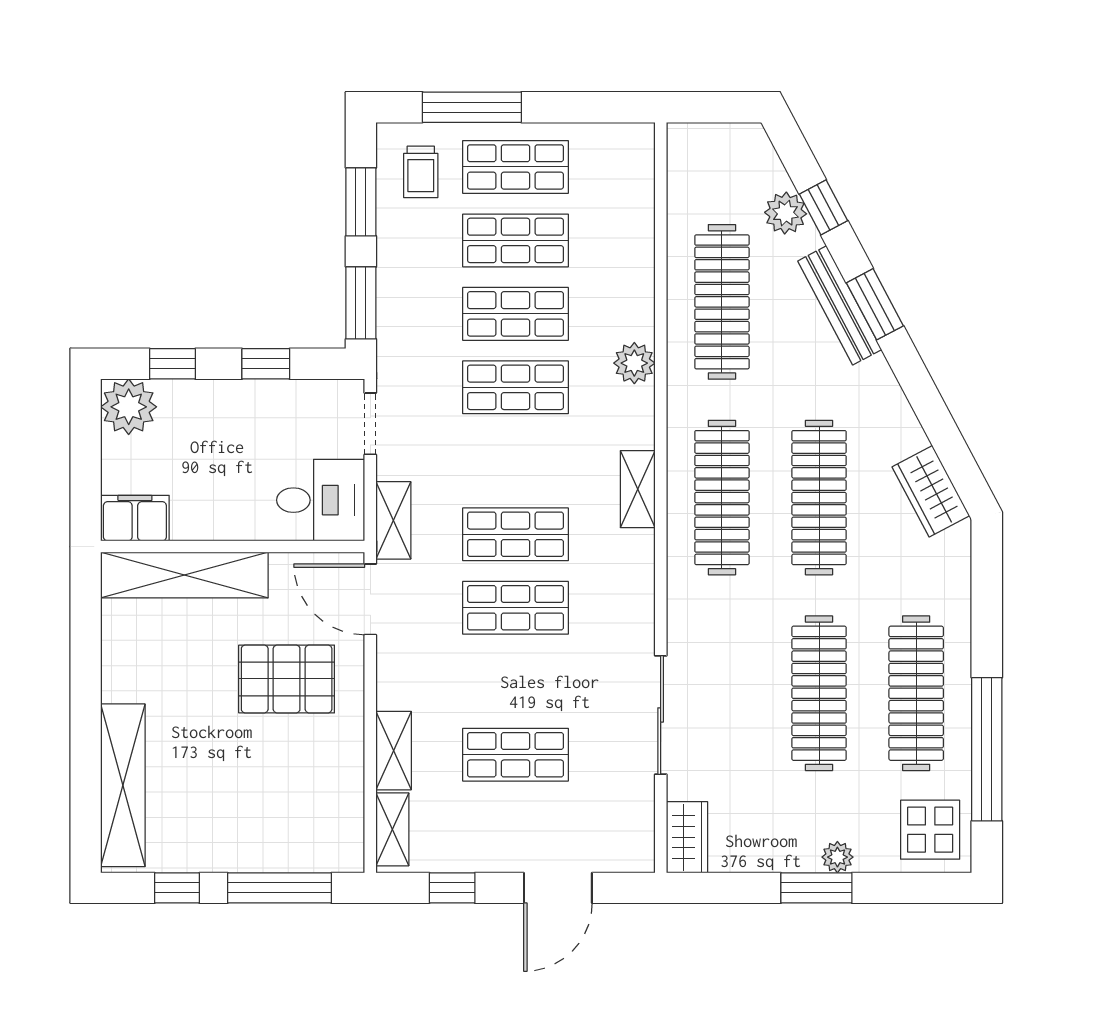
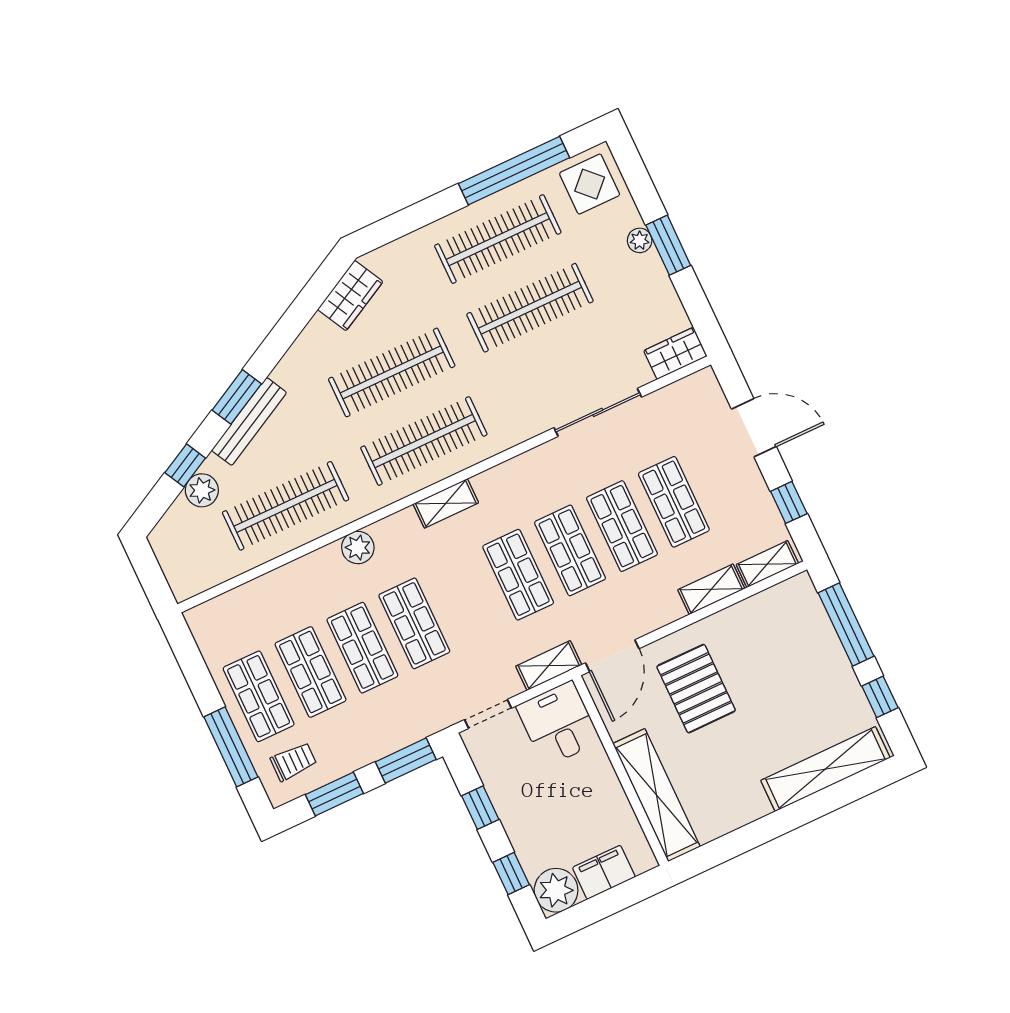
filing cabinet: (135, 518) -> (604, 872), moved, turned 90
shop shelf: (515, 681) -> (622, 526), added

